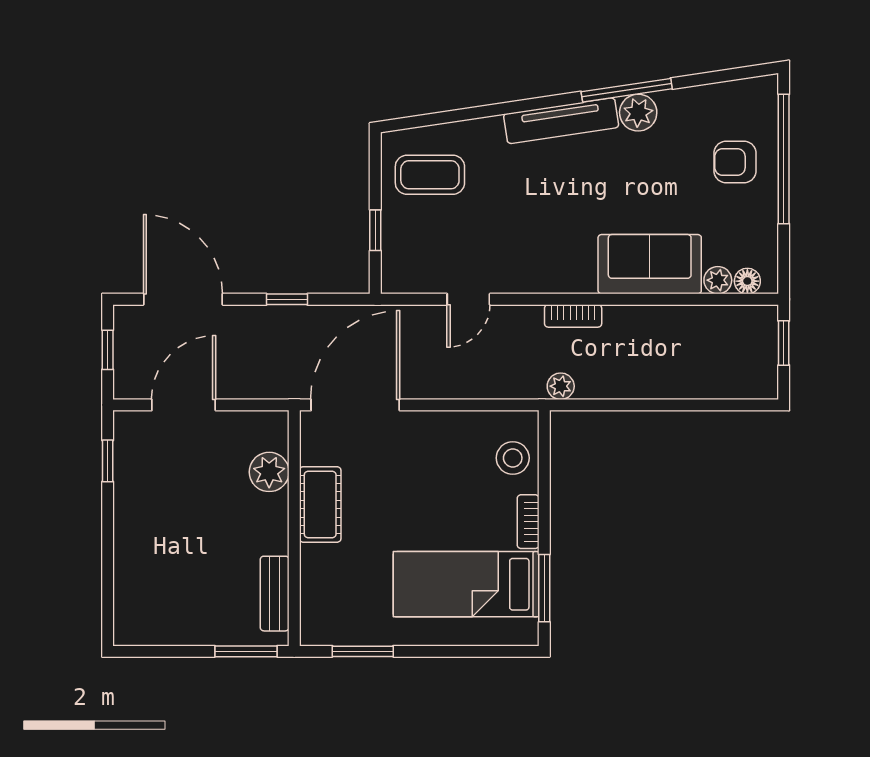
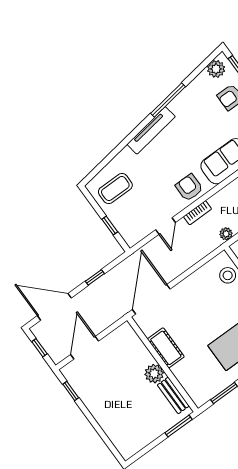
plant: (638, 113) -> (216, 69), moved
armchair: (555, 263) -> (189, 188), added
bookcase: (573, 316) -> (197, 213), moved
plant: (269, 472) -> (154, 374), moved

